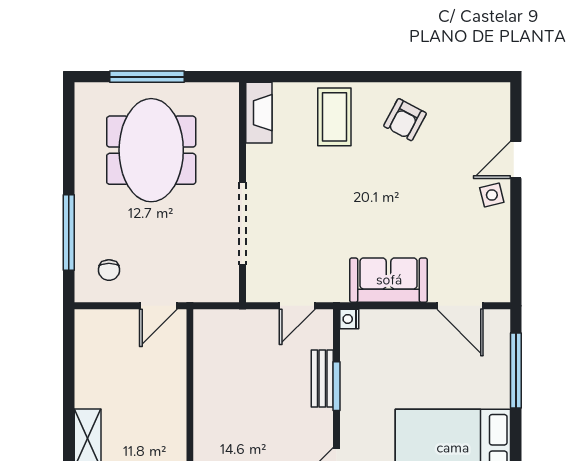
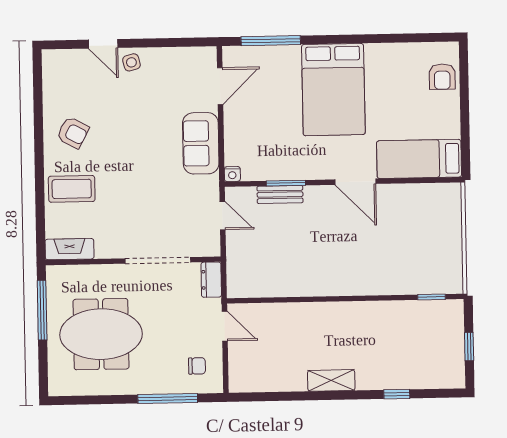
window: (147, 77) -> (42, 310), moved
dresser: (217, 290) -> (211, 280), added

